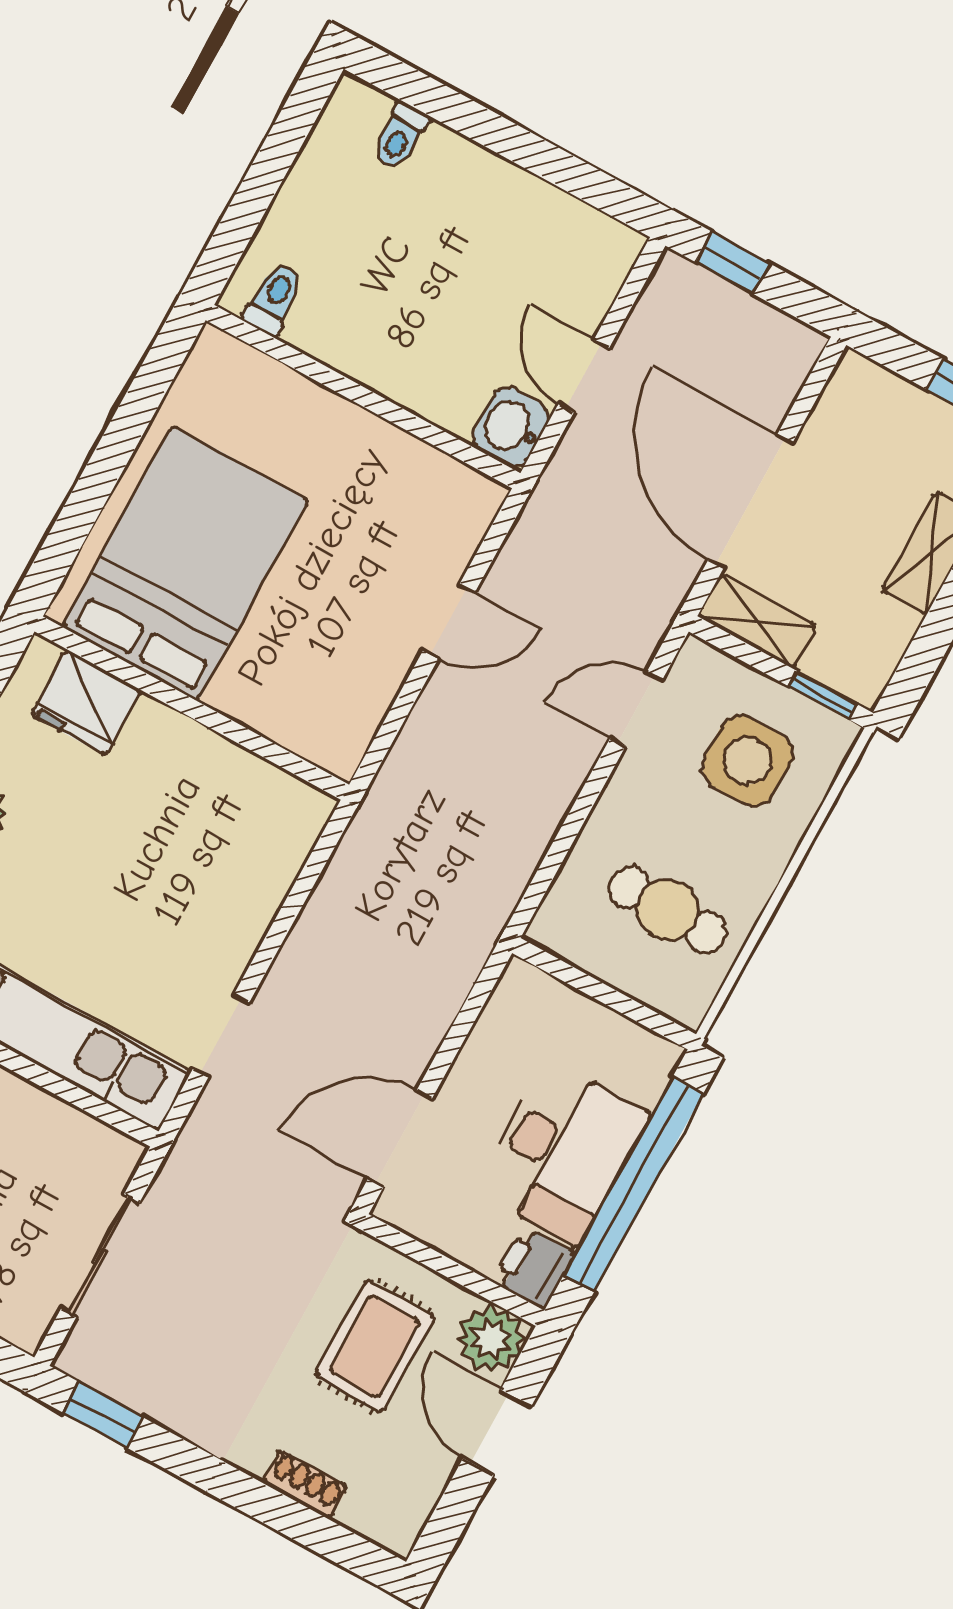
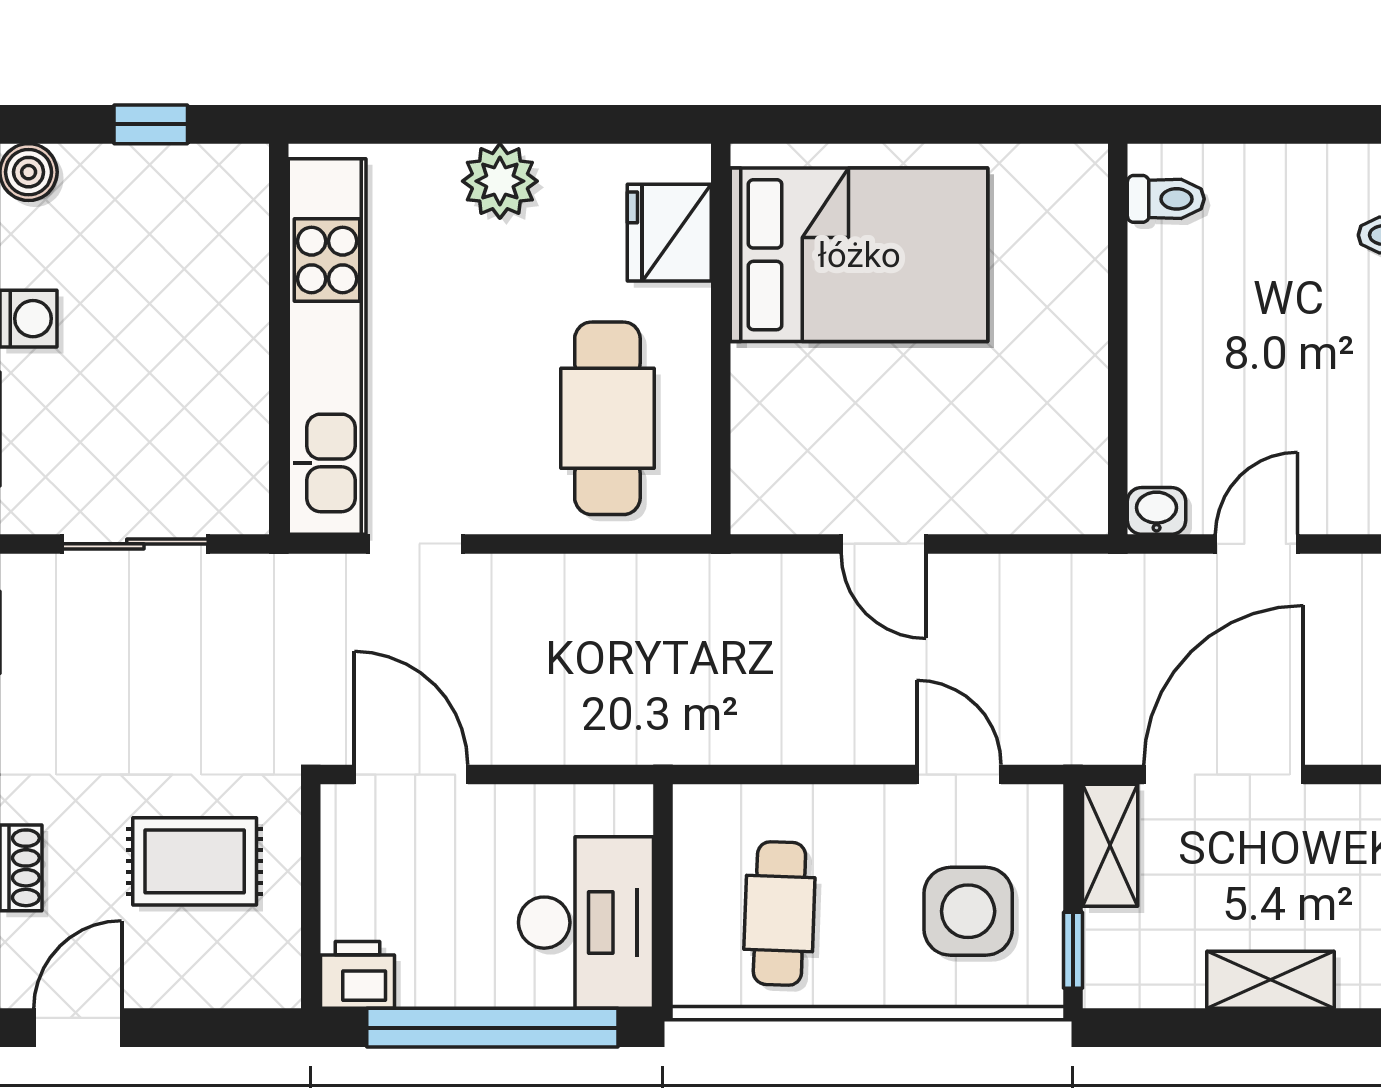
washbasin: (511, 427) -> (1157, 511), width x0.72, depth x0.69
door: (449, 621) -> (884, 544), moved
cafe table: (205, 831) -> (607, 418), added
desk: (562, 1152) -> (586, 923), moved, turned -90
plant: (491, 1339) -> (264, 971), removed
door: (497, 1432) -> (78, 1028), moved

